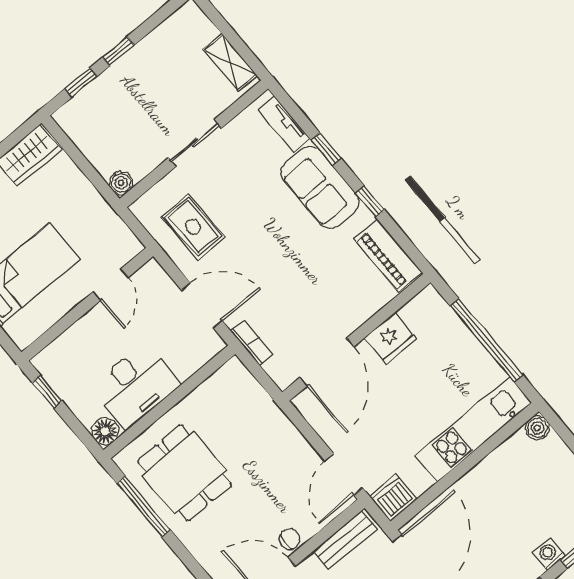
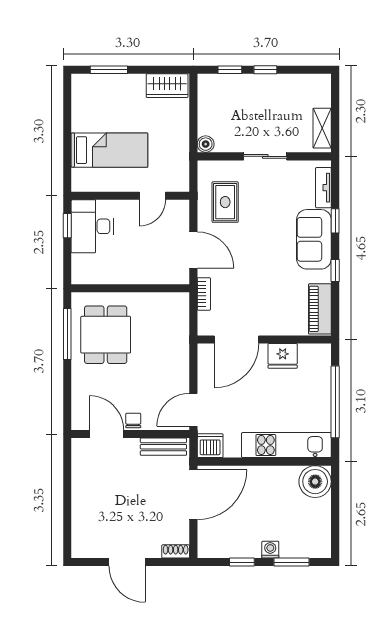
desk: (135, 386) -> (92, 226), moved, turned 90
boiler: (537, 428) -> (315, 482), width x1.86, depth x1.86
floor lamp: (105, 431) -> (81, 275), removed
chair: (290, 539) -> (133, 420), turned -90

